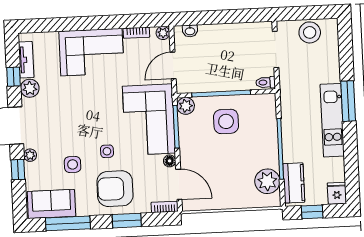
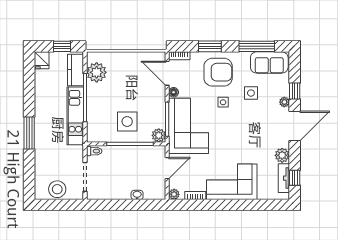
washbasin: (190, 31) -> (137, 195), moved
window: (13, 77) -> (295, 178), moved
kitchen unit: (332, 120) -> (75, 116), moved, turned 180

